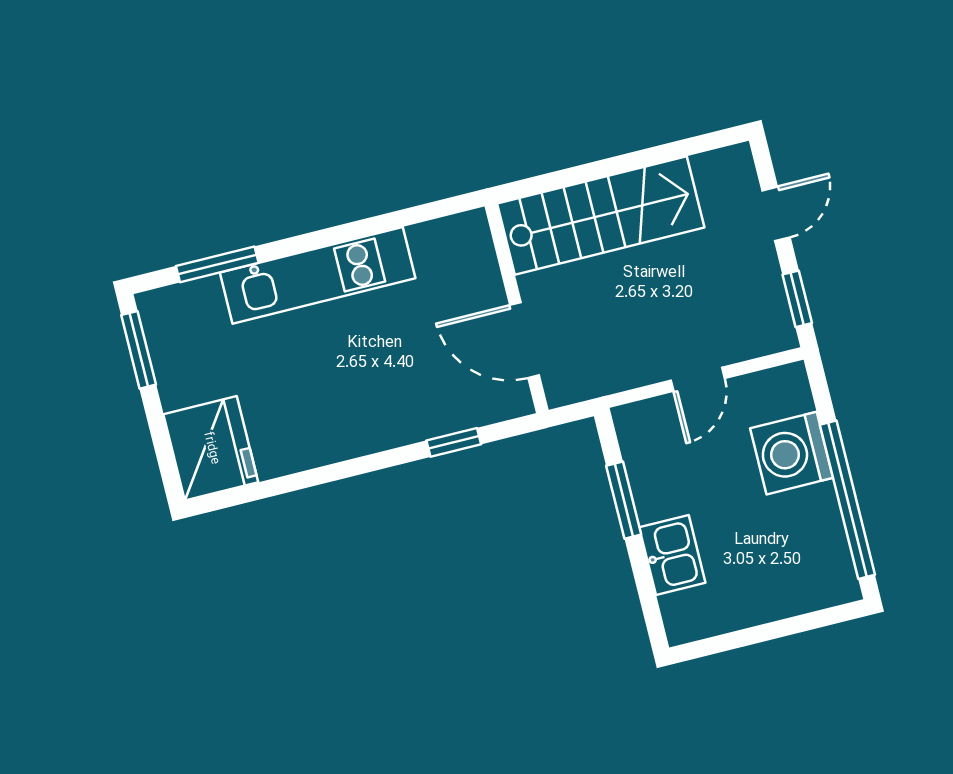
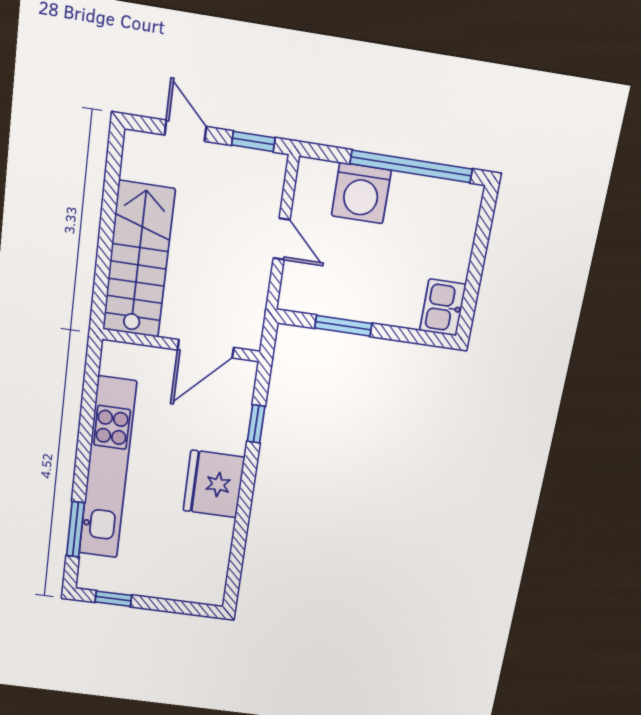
kitchen unit: (318, 275) -> (107, 468), width x1.36
window: (139, 350) -> (113, 599), width x0.67
fridge: (211, 448) -> (214, 484), moved, turned -90
kitchen sink: (672, 555) -> (443, 307), moved, turned -90

